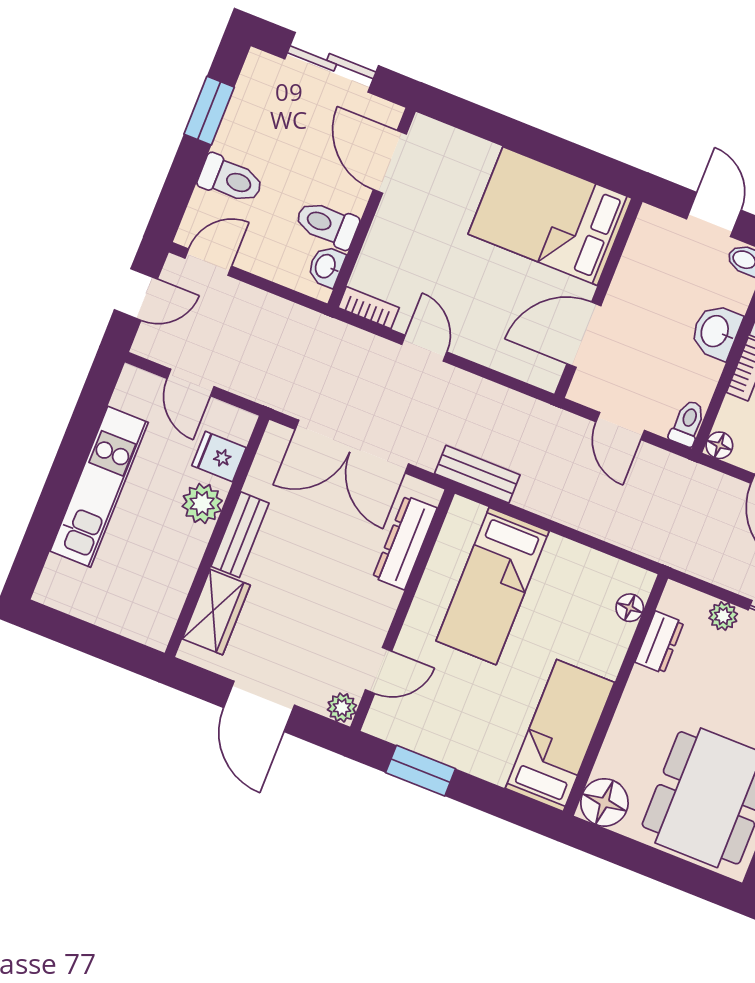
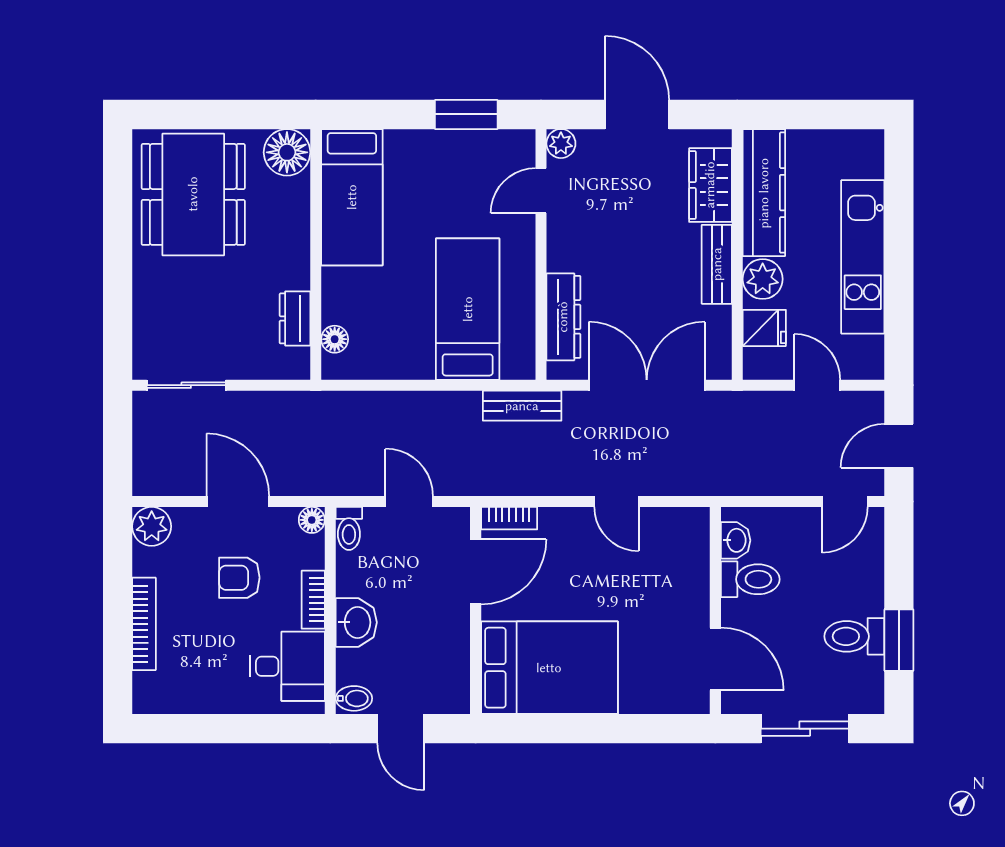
toilet: (231, 179) -> (854, 636), moved
bookcase: (369, 308) -> (509, 518), moved
kitchen counter: (168, 585) -> (764, 193), added
plant: (723, 616) -> (246, 366), removed

